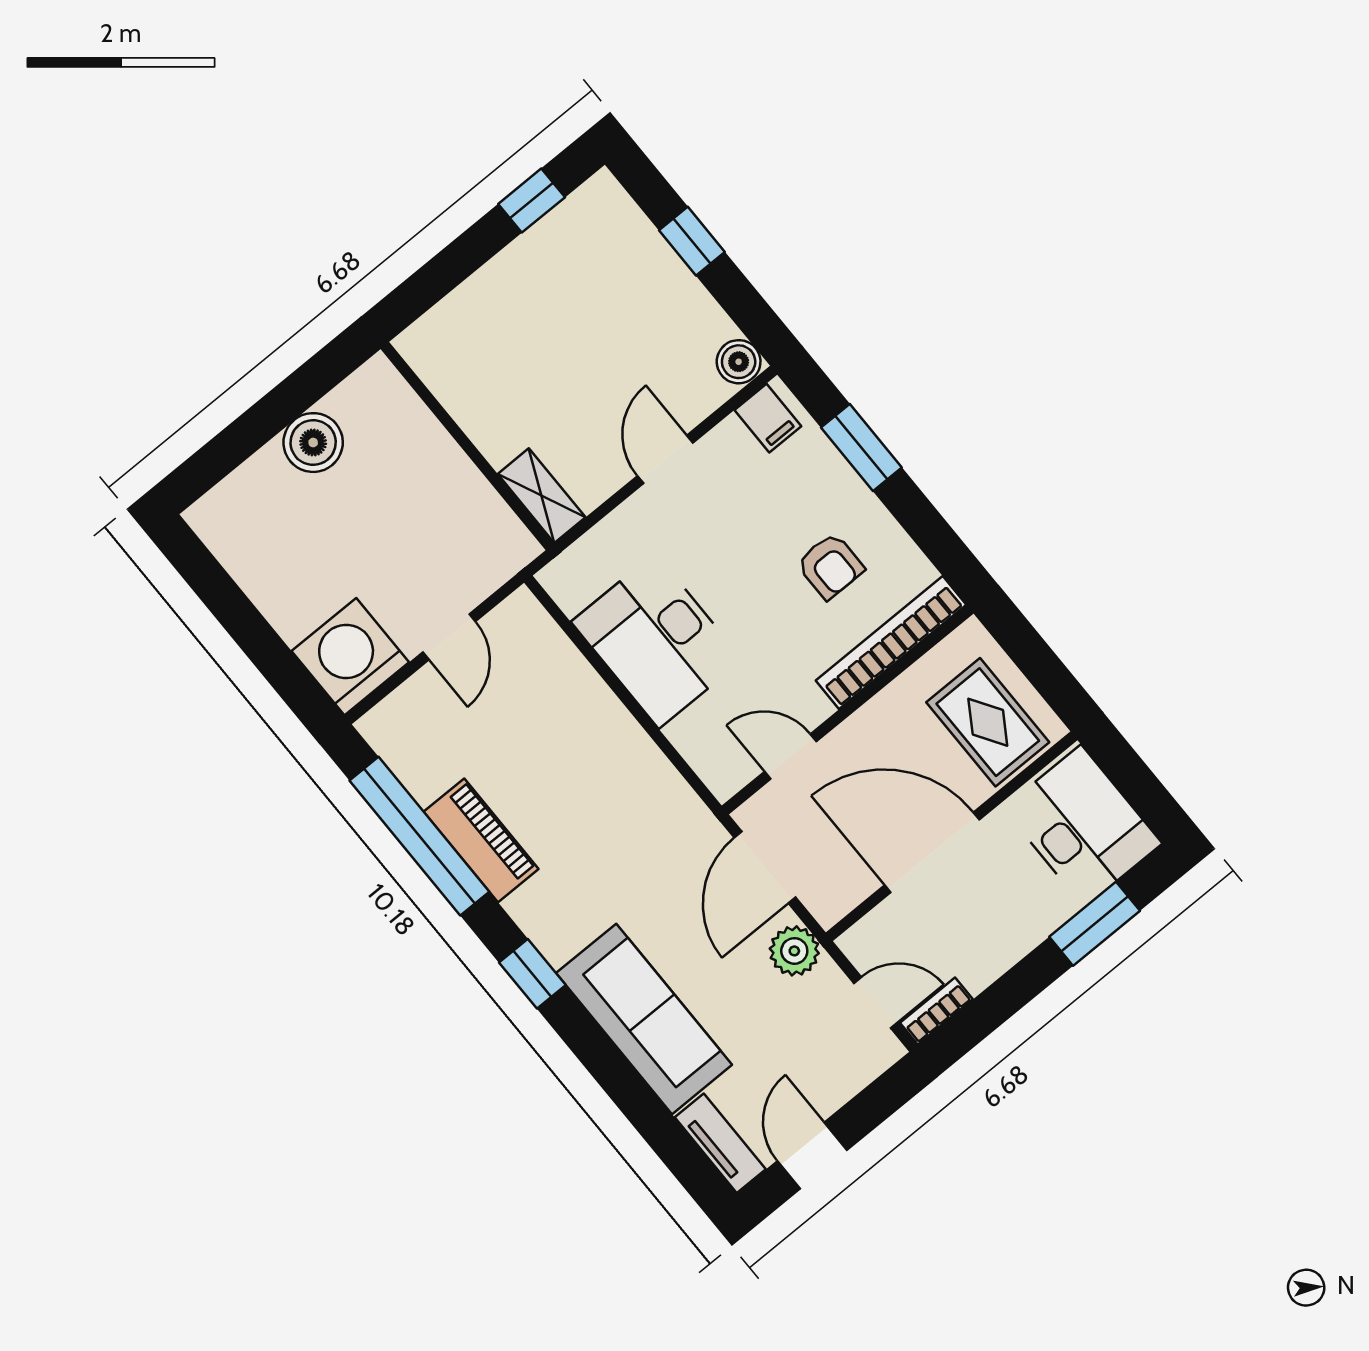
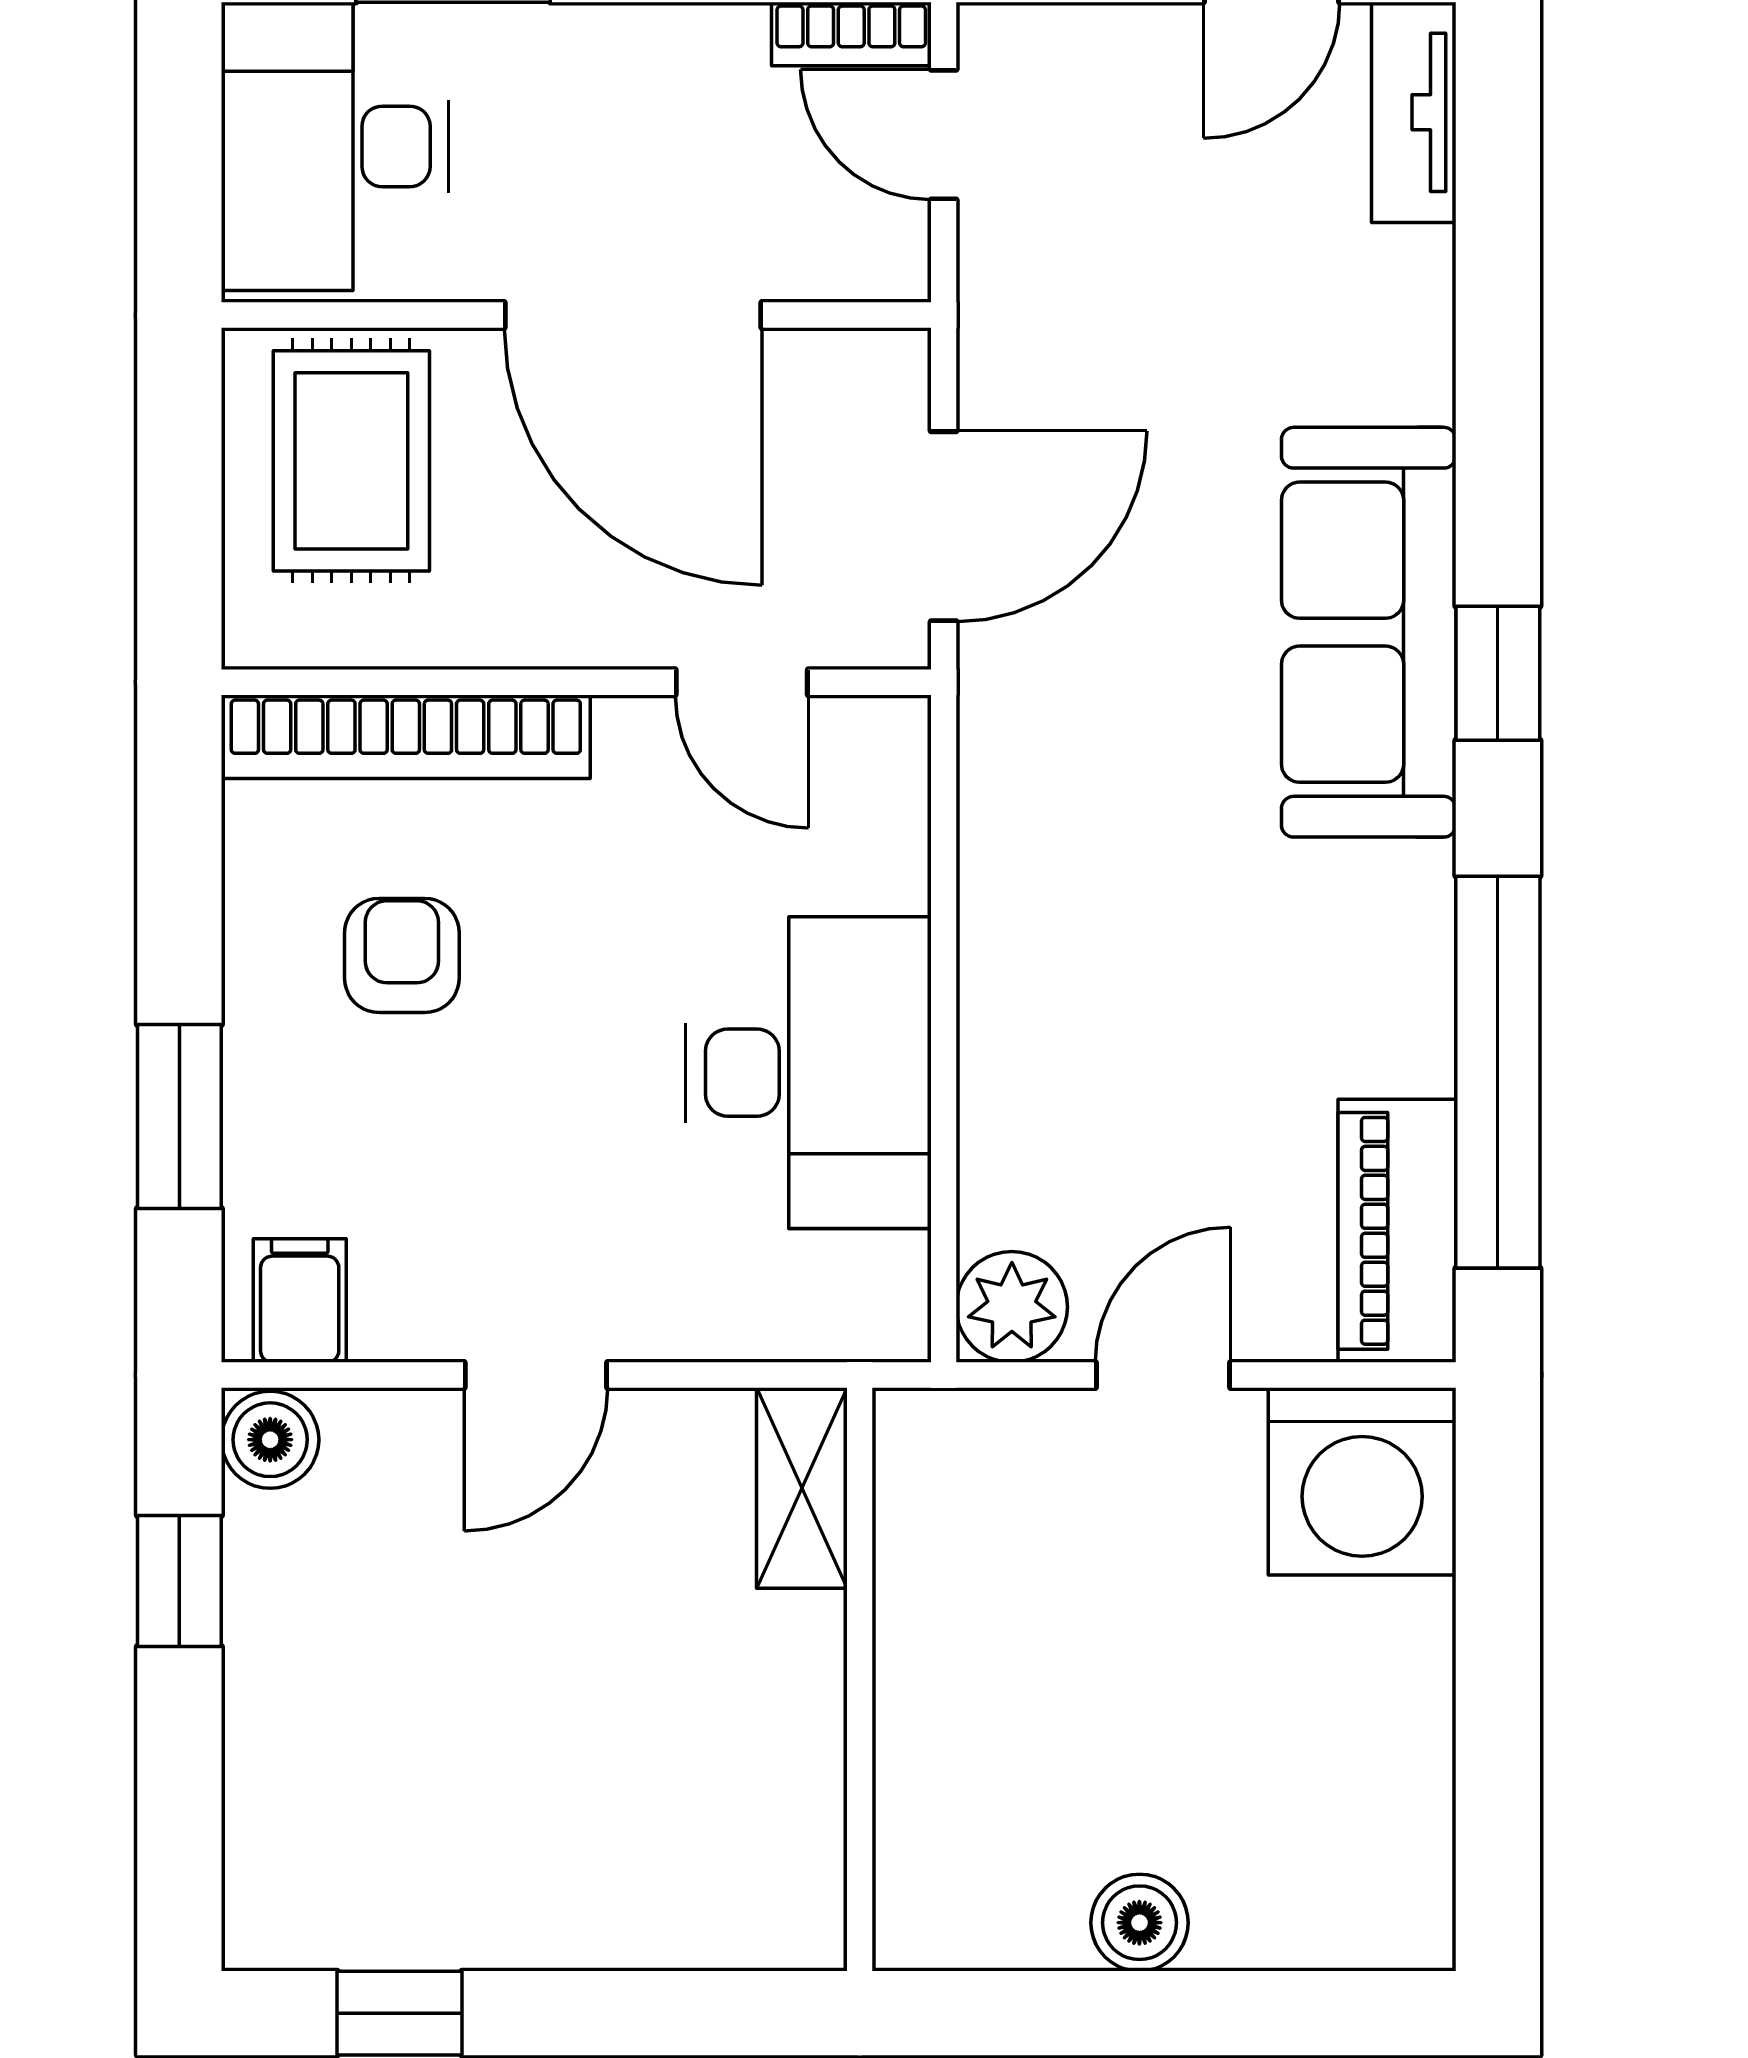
window: (692, 241) -> (179, 1581), moved
boiler: (313, 443) -> (1139, 1923), width x0.73, depth x0.73
piano: (481, 840) -> (1397, 1231), moved
plant: (794, 951) -> (1012, 1307), moved
sofa: (644, 1019) -> (1369, 632), moved

